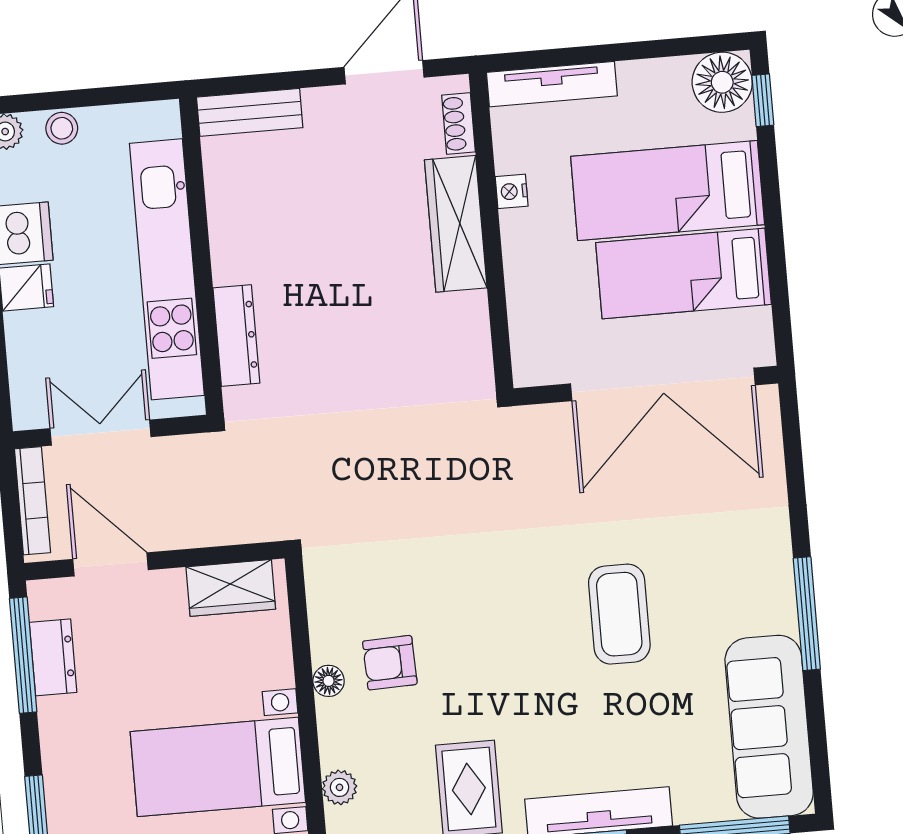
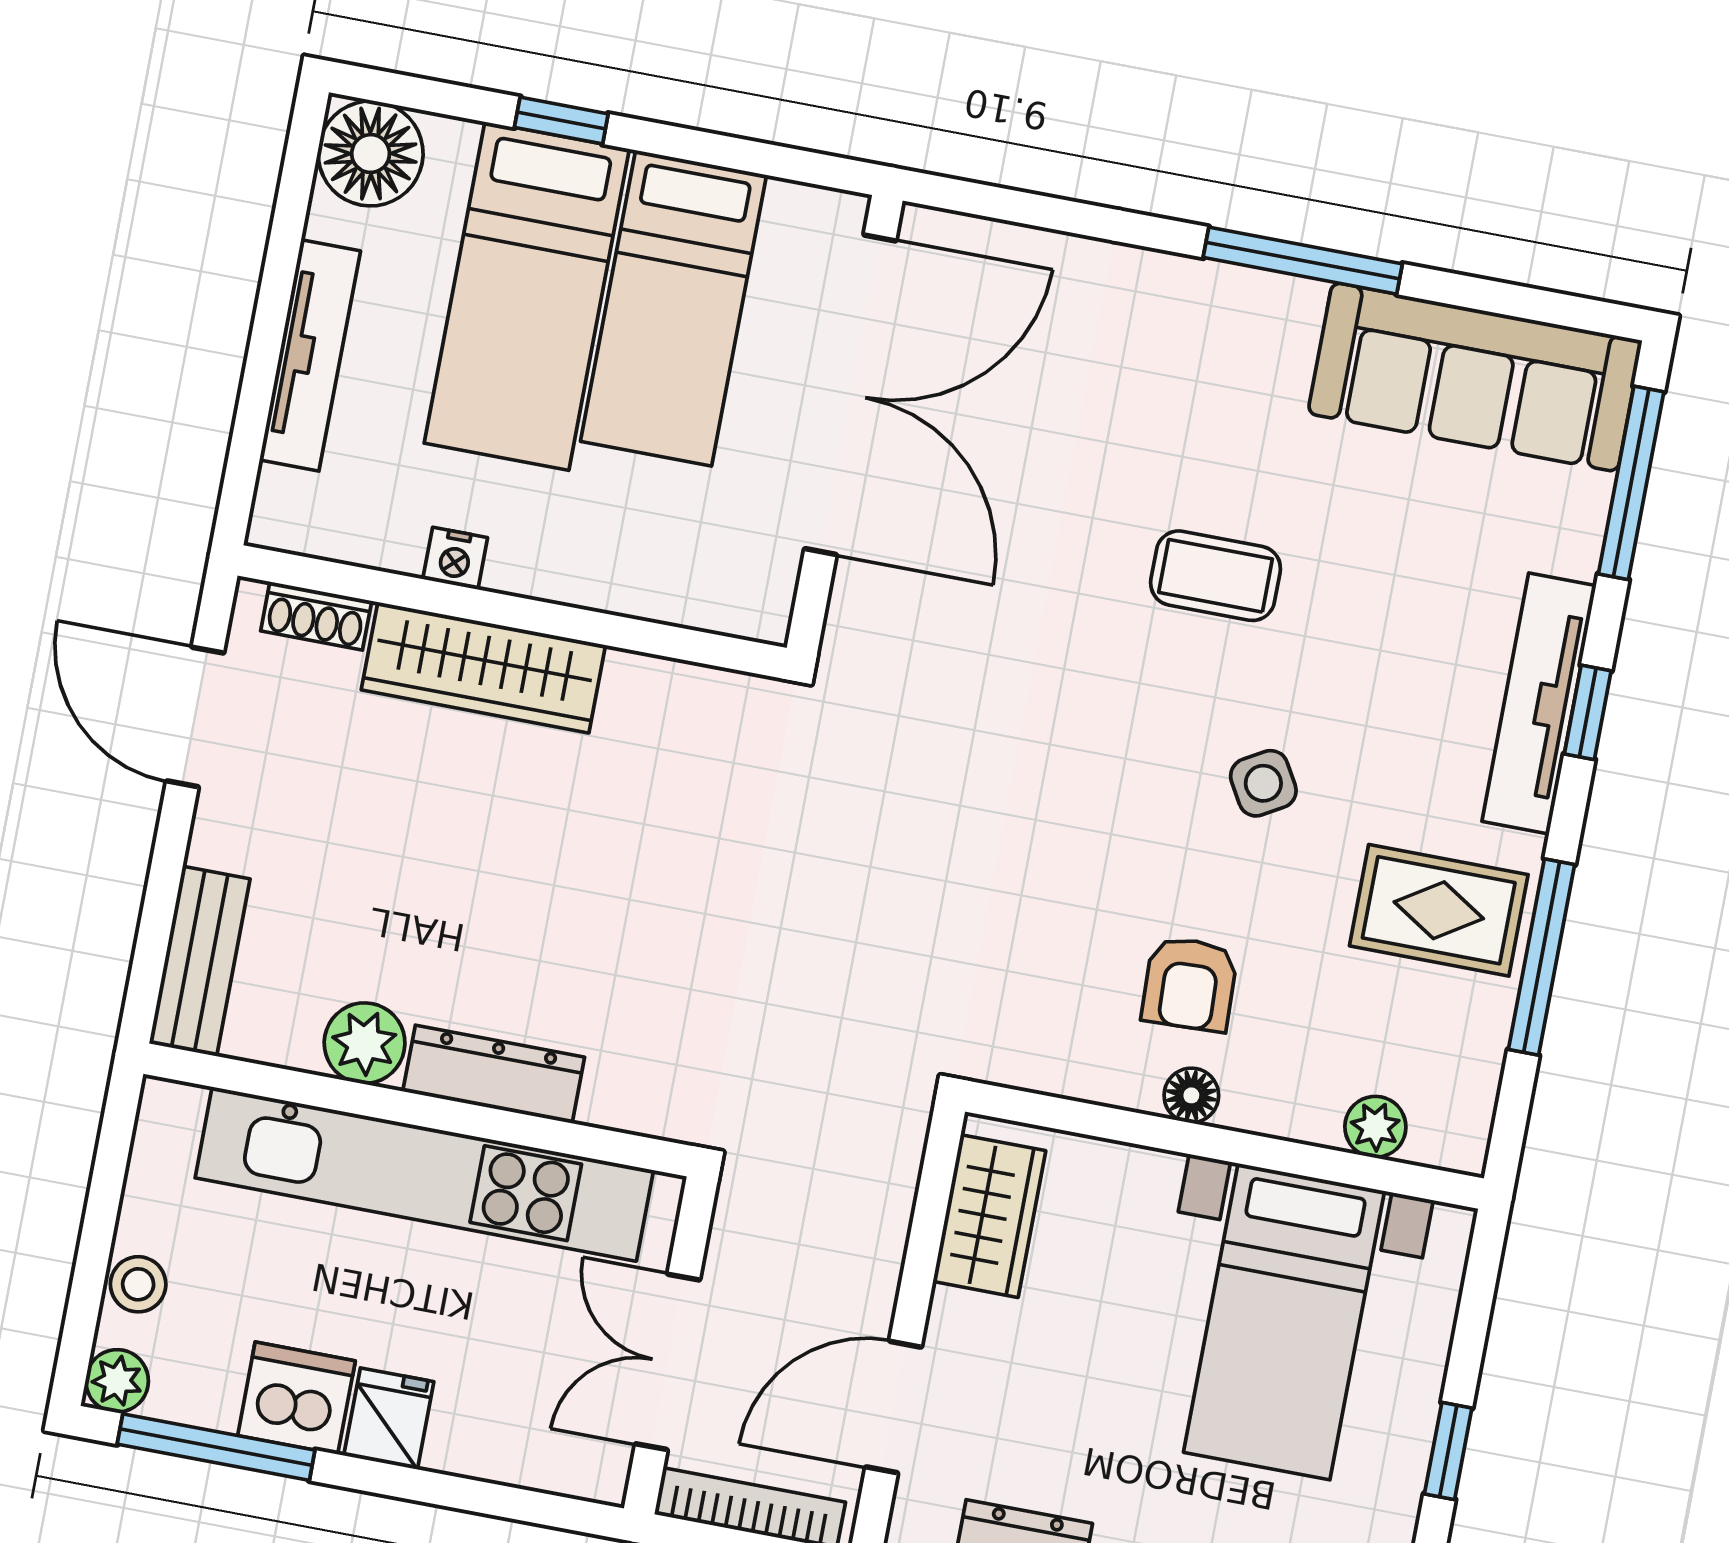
tv unit: (552, 84) -> (310, 355), moved
window: (763, 100) -> (561, 121), moved
plant: (230, 216) -> (365, 1043), added
dresser: (236, 336) -> (494, 1074), moved
coffee table: (619, 614) -> (1216, 576), width x0.73, depth x0.77
side table: (512, 673) -> (1263, 783), added

